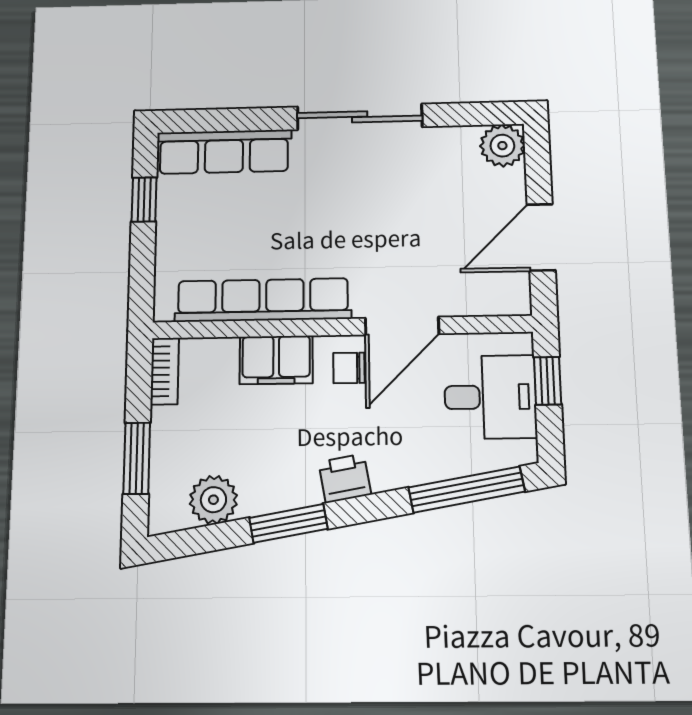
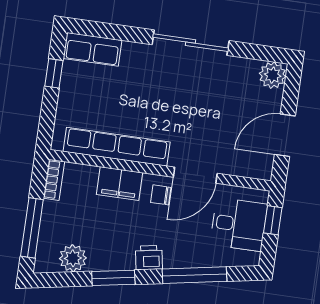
row of seats: (224, 152) -> (93, 49), width x0.68
window: (137, 458) -> (32, 228), width x1.44
window: (467, 490) -> (194, 275), moved

